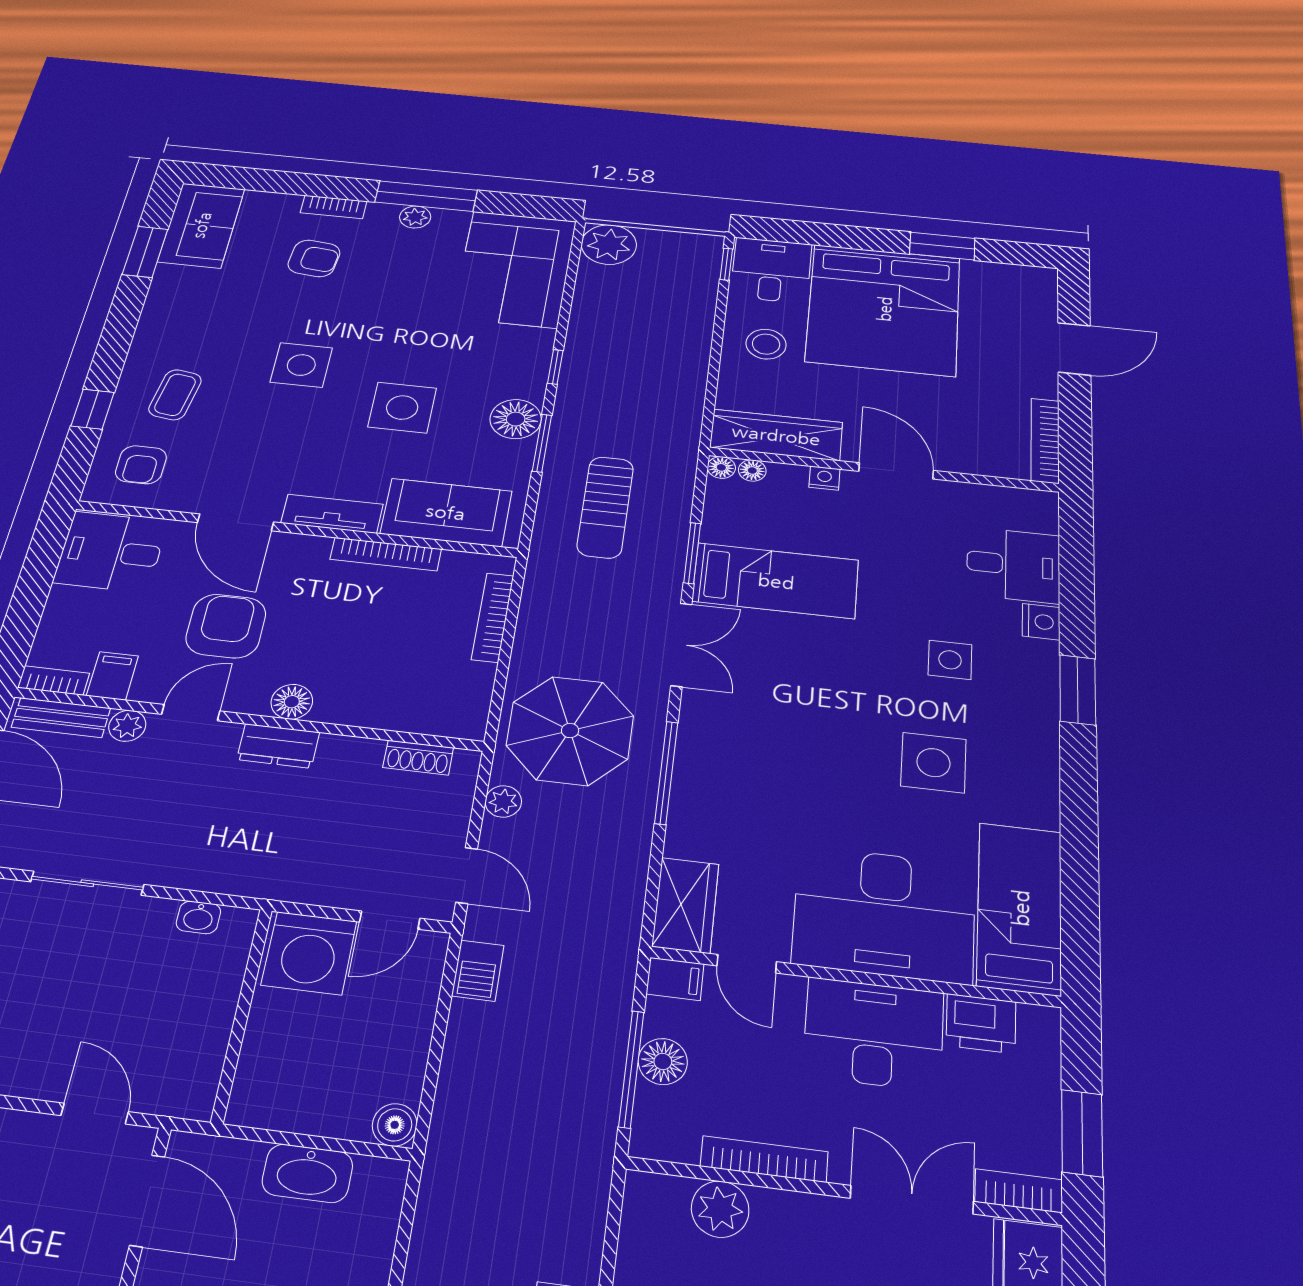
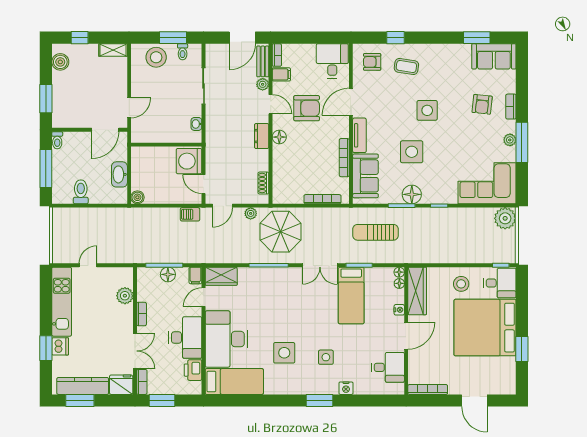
desk: (1013, 565) -> (388, 367), moved, turned -90
bookcase: (764, 1159) -> (142, 314), width x0.64

